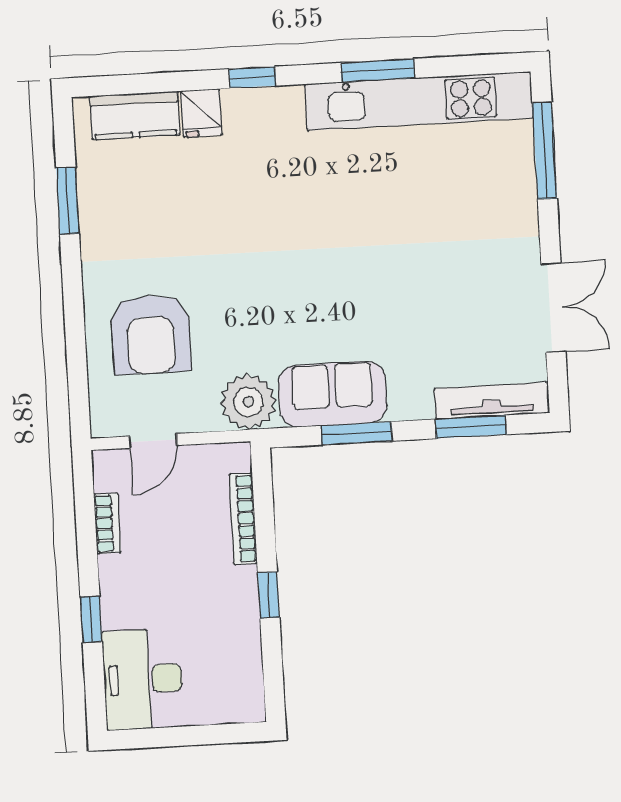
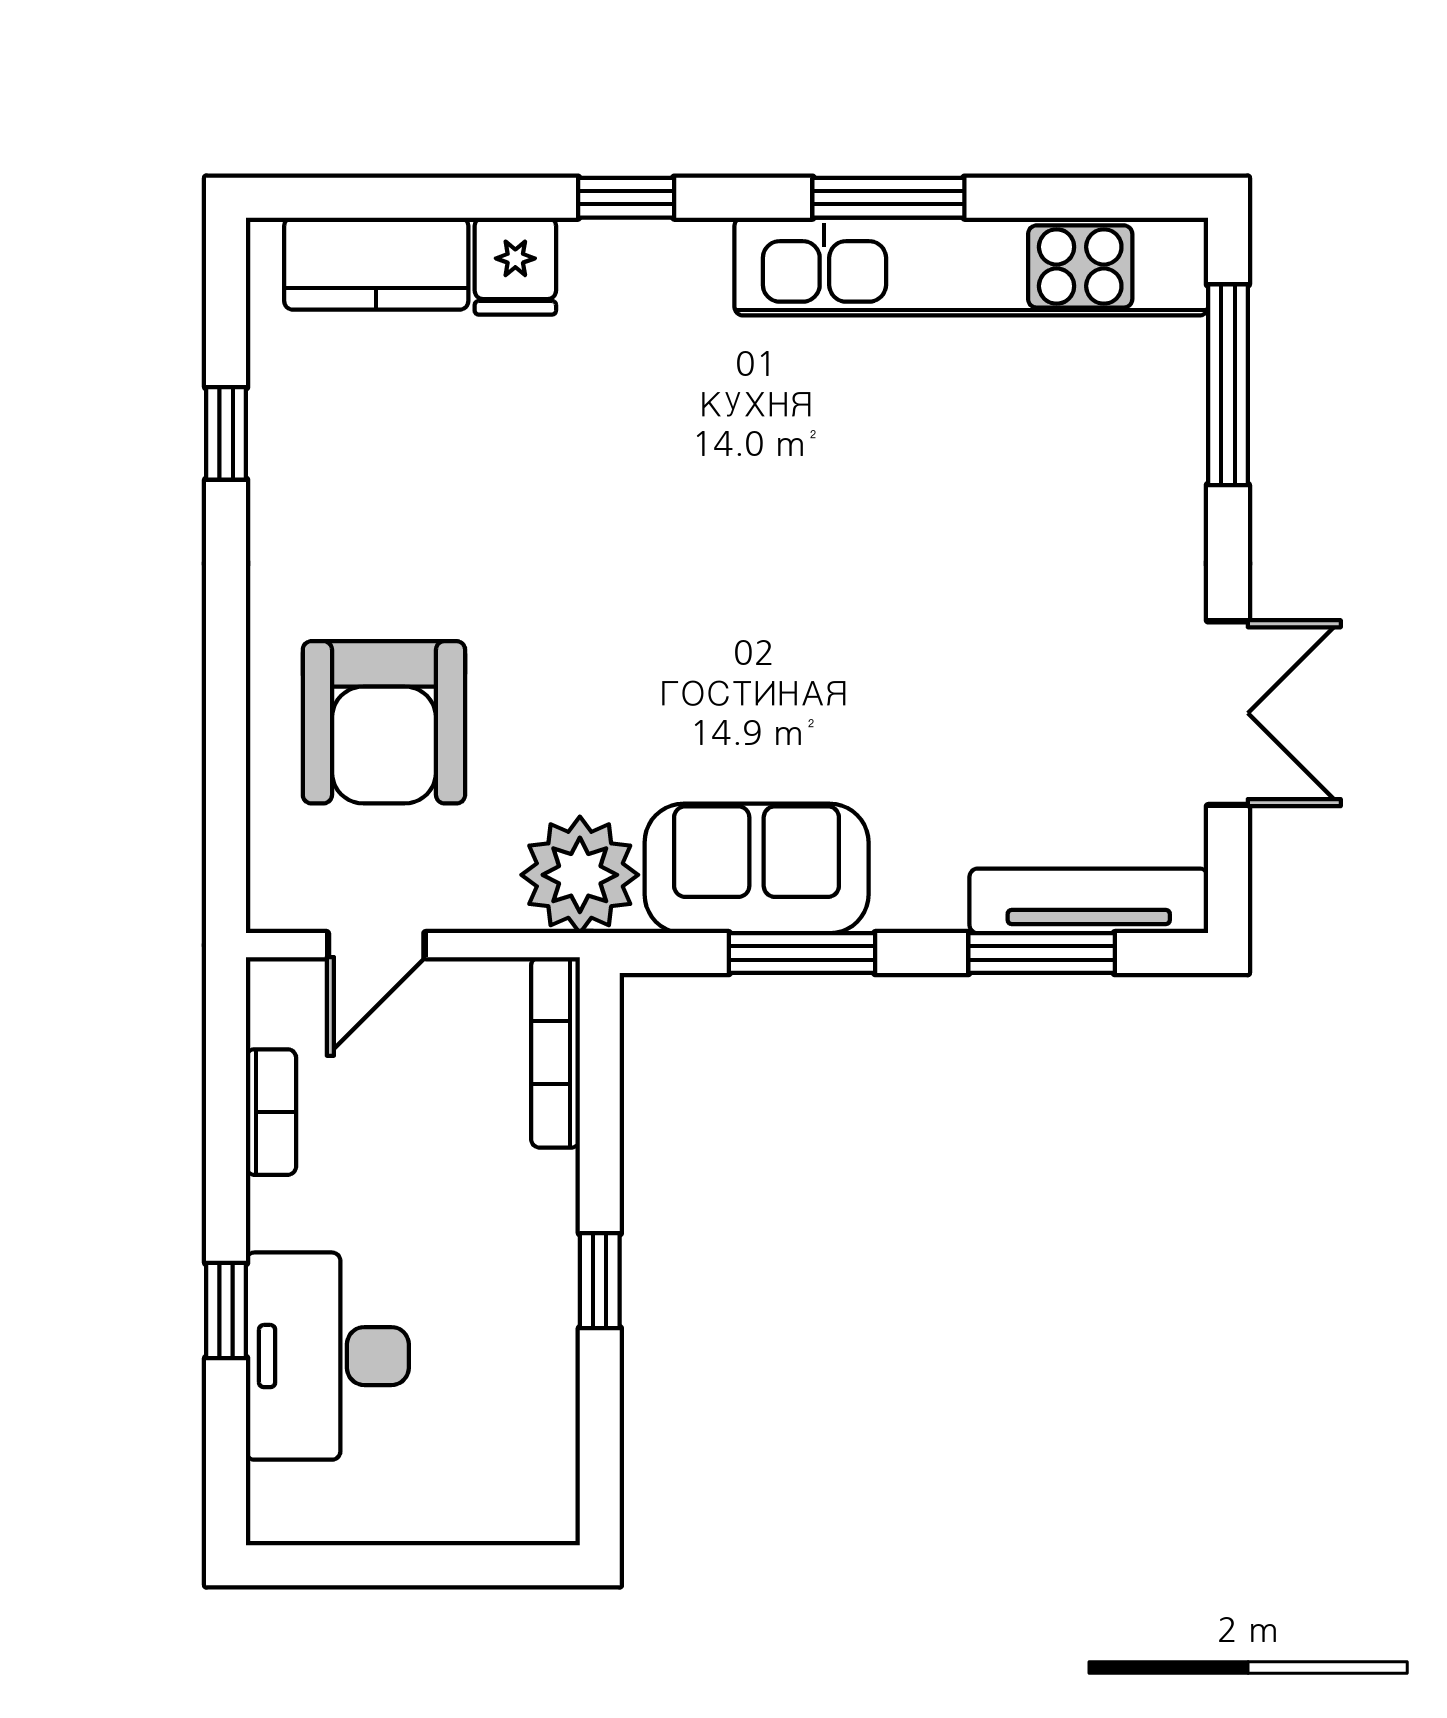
window: (68, 201) -> (226, 433), width x0.67
bookcase: (243, 519) -> (555, 1052), moved
desk: (143, 679) -> (327, 1356), moved

